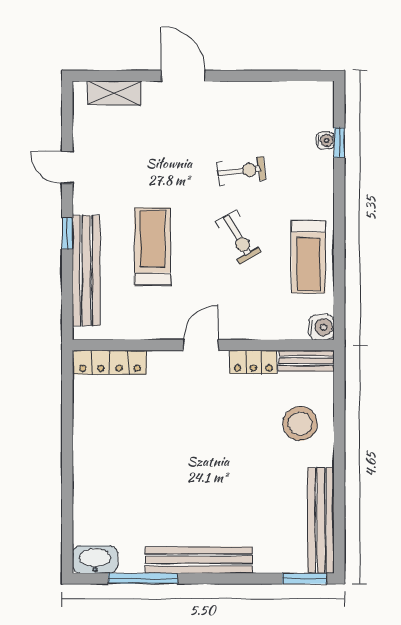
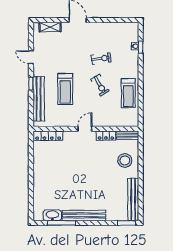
treadmill: (152, 246) -> (65, 89), turned 180
water cooler: (321, 327) -> (133, 122), removed
washbasin: (95, 559) -> (52, 215), moved

